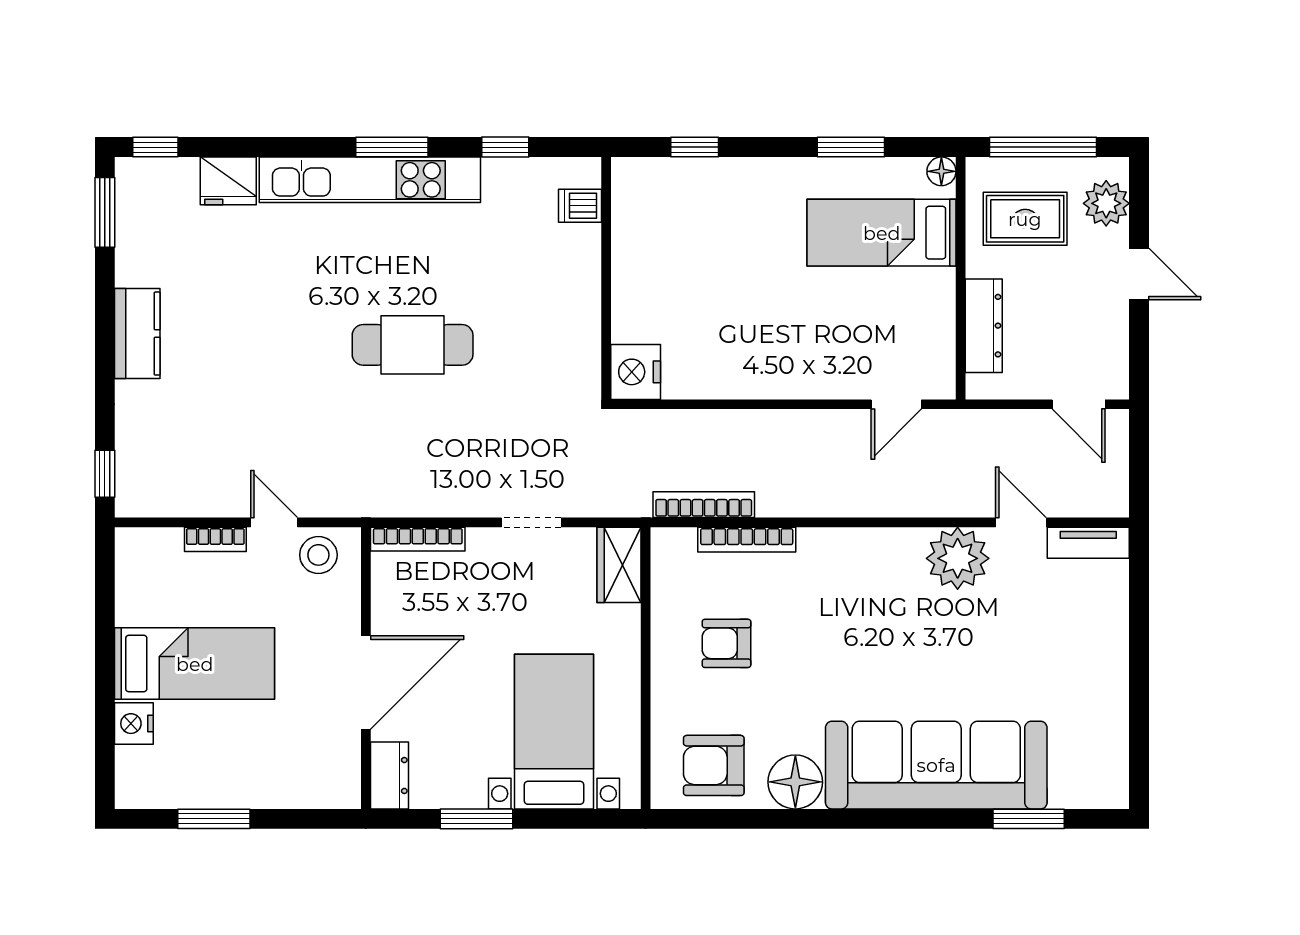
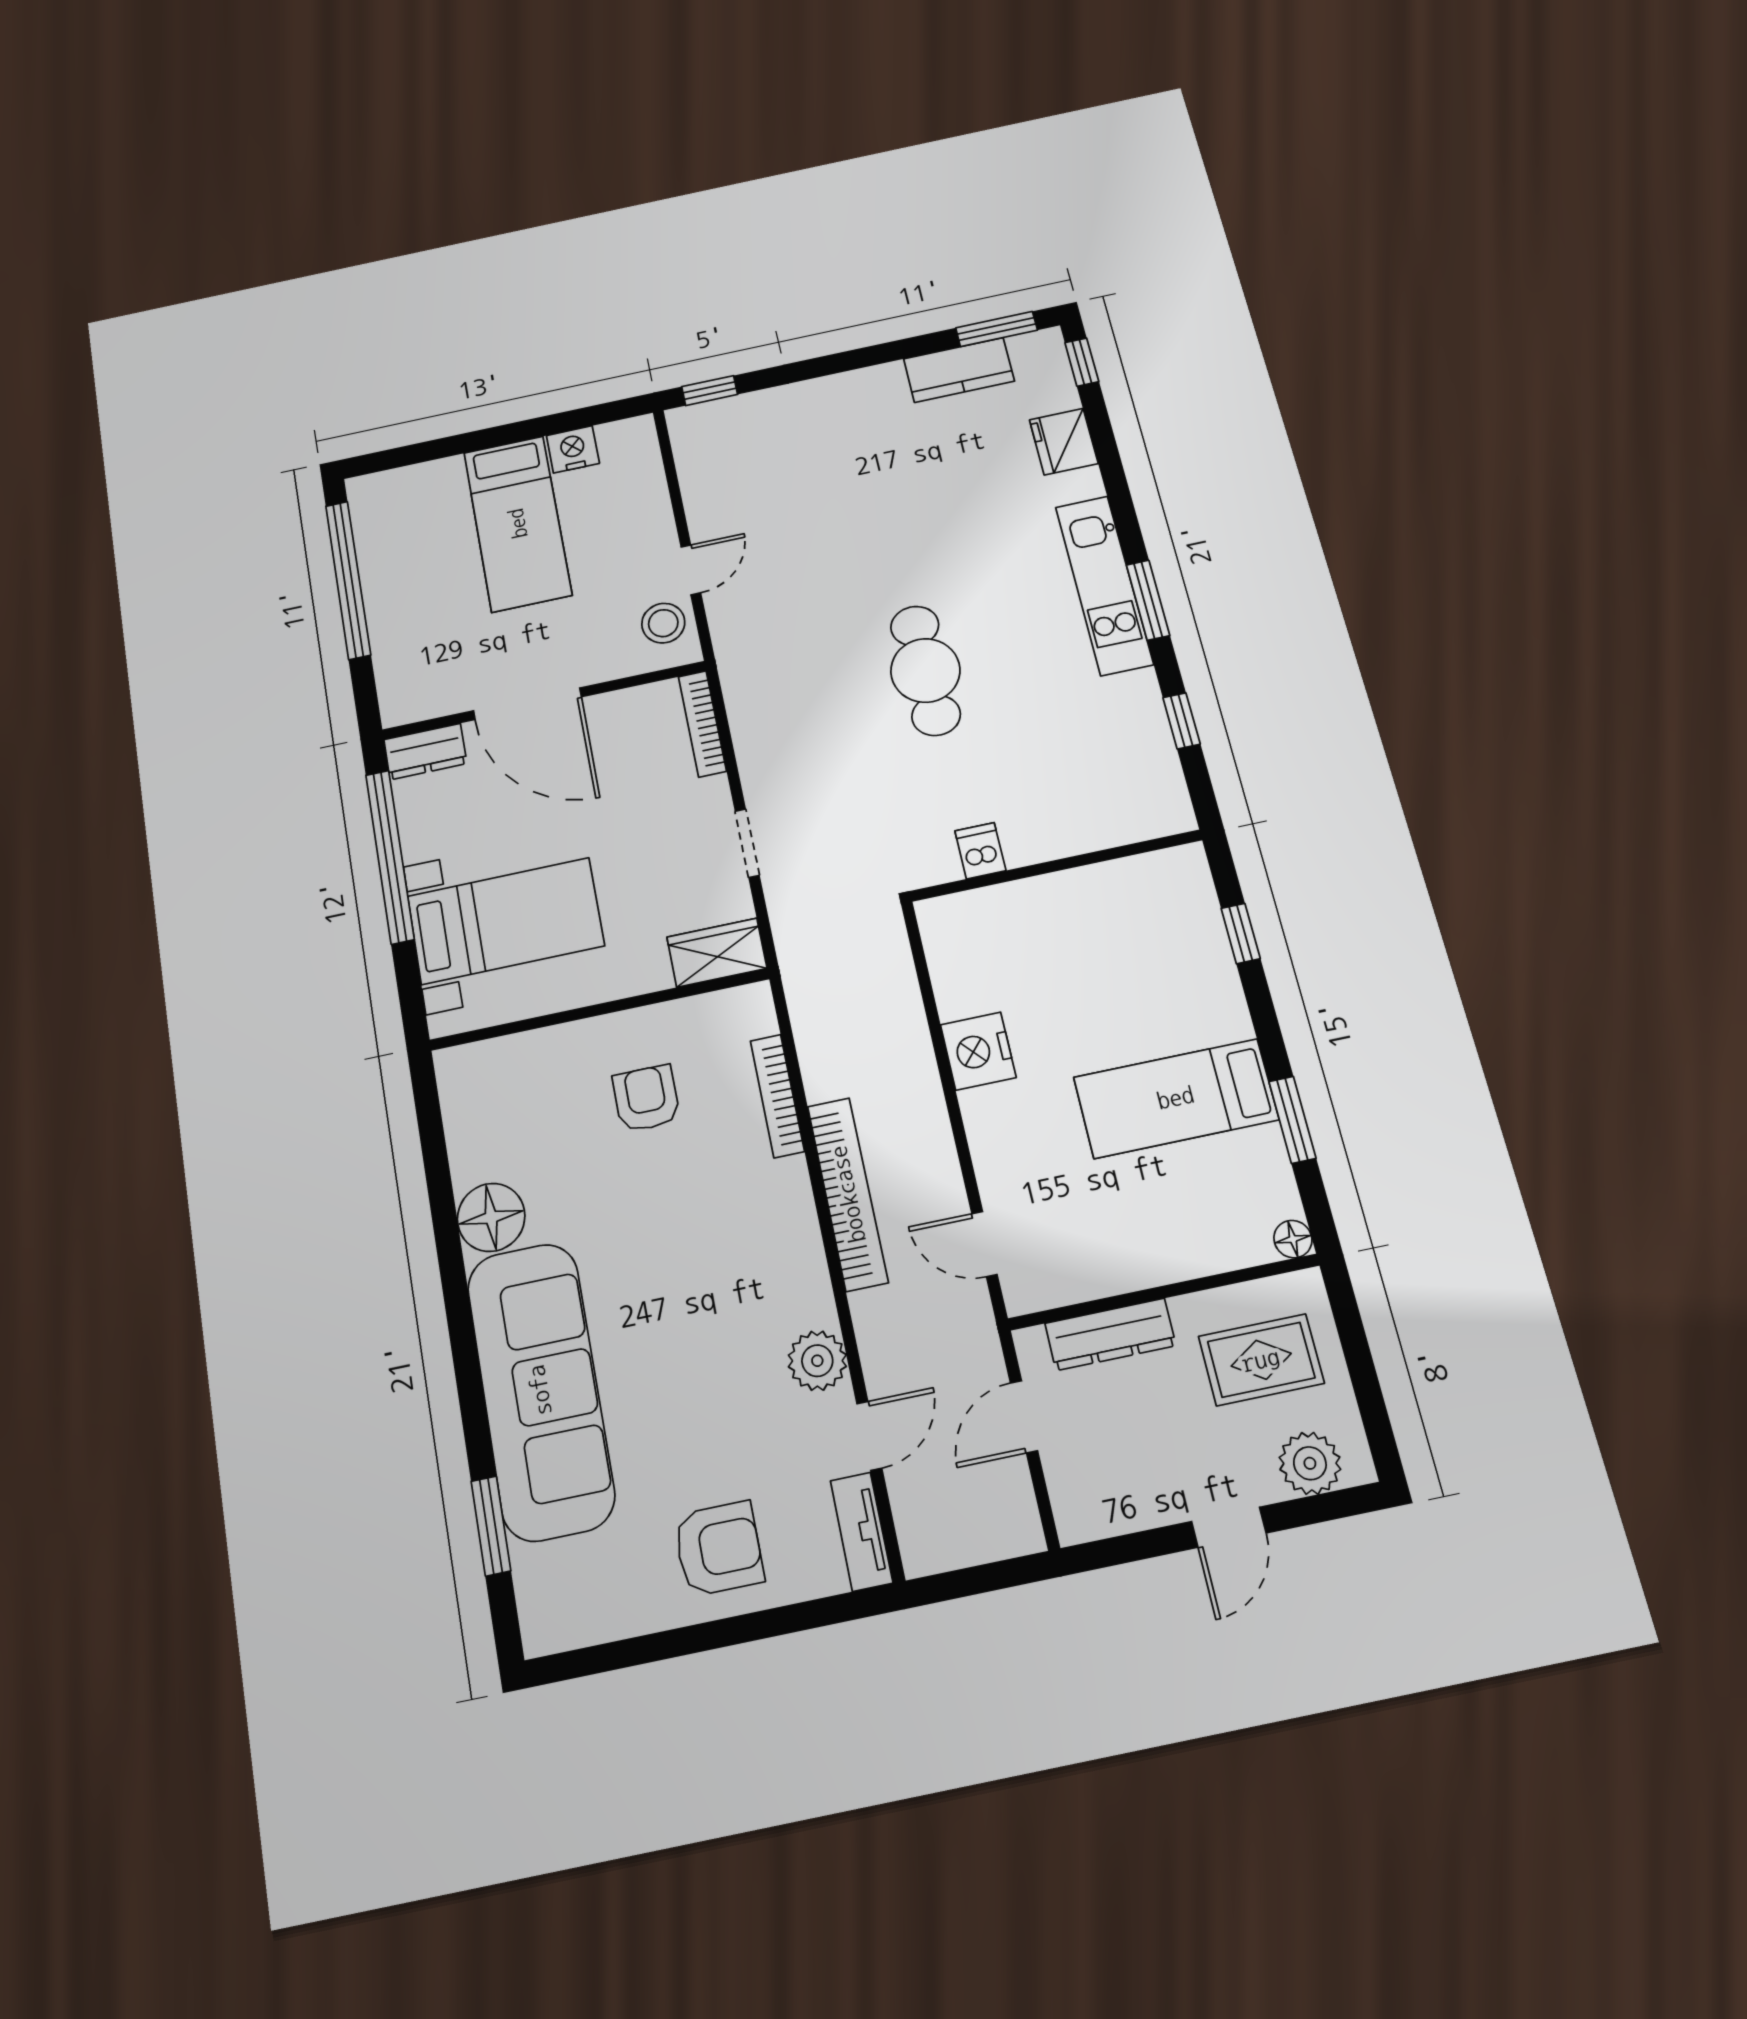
window: (1043, 147) -> (1360, 1364), removed
kitchen unit: (370, 180) -> (1104, 585), width x0.73
dishwasher: (580, 206) -> (980, 851), moved
rug: (1025, 219) -> (1261, 1360), turned 90
bed: (882, 233) -> (1176, 1098), moved, turned -90
kitchen counter: (137, 334) -> (959, 370), moved
nightstand: (636, 372) -> (978, 1051), moved, turned -90
door: (1079, 404) -> (1024, 1417), moved
bookcase: (704, 505) -> (848, 1194), moved, width x1.48, depth x1.31
bookcase: (215, 539) -> (660, 515), removed
plant: (958, 558) -> (817, 1361), width x0.73, depth x0.73
nightstand: (134, 724) -> (573, 449), moved
armchair: (714, 765) -> (719, 1549), moved, turned 90
window: (214, 819) -> (348, 580), width x2.11
window: (477, 819) -> (390, 856), width x2.11

